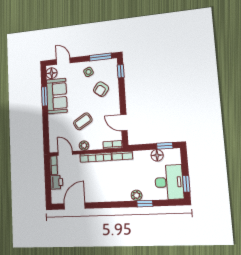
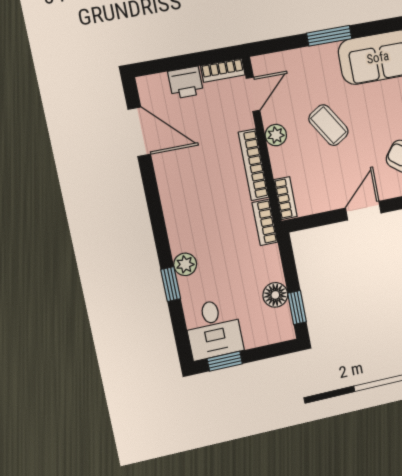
window: (44, 96) -> (329, 36), moved
door: (124, 123) -> (363, 211), moved
desk: (169, 182) -> (214, 329), width x0.73

